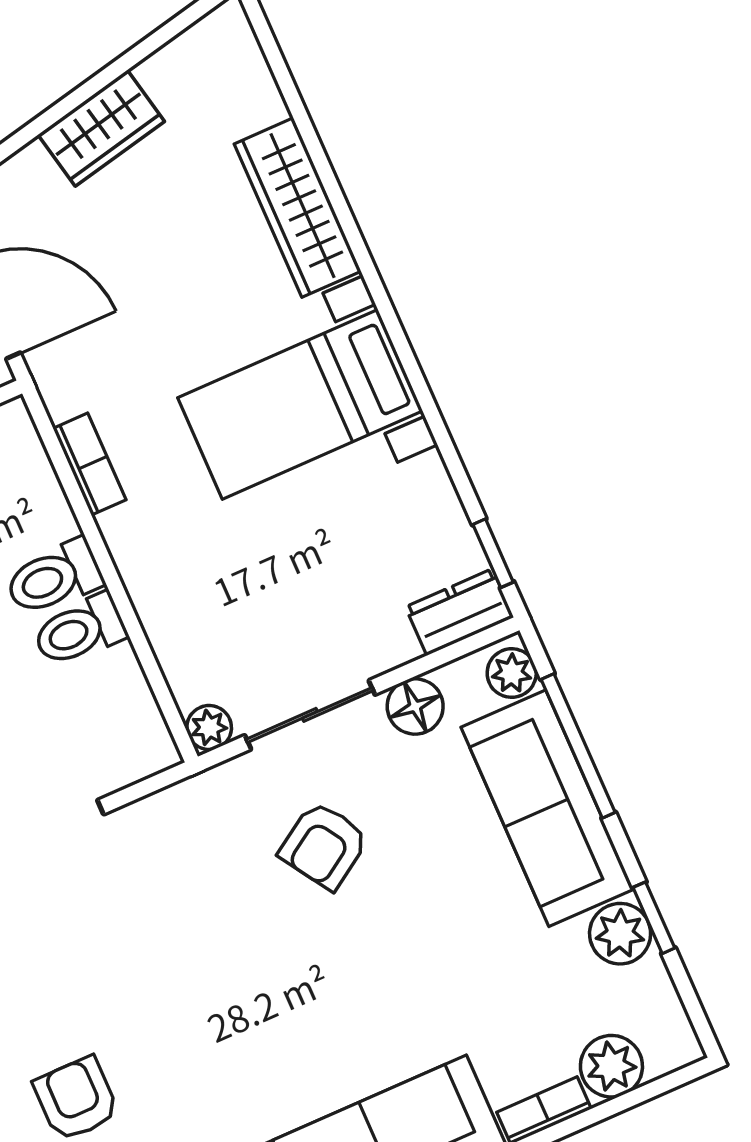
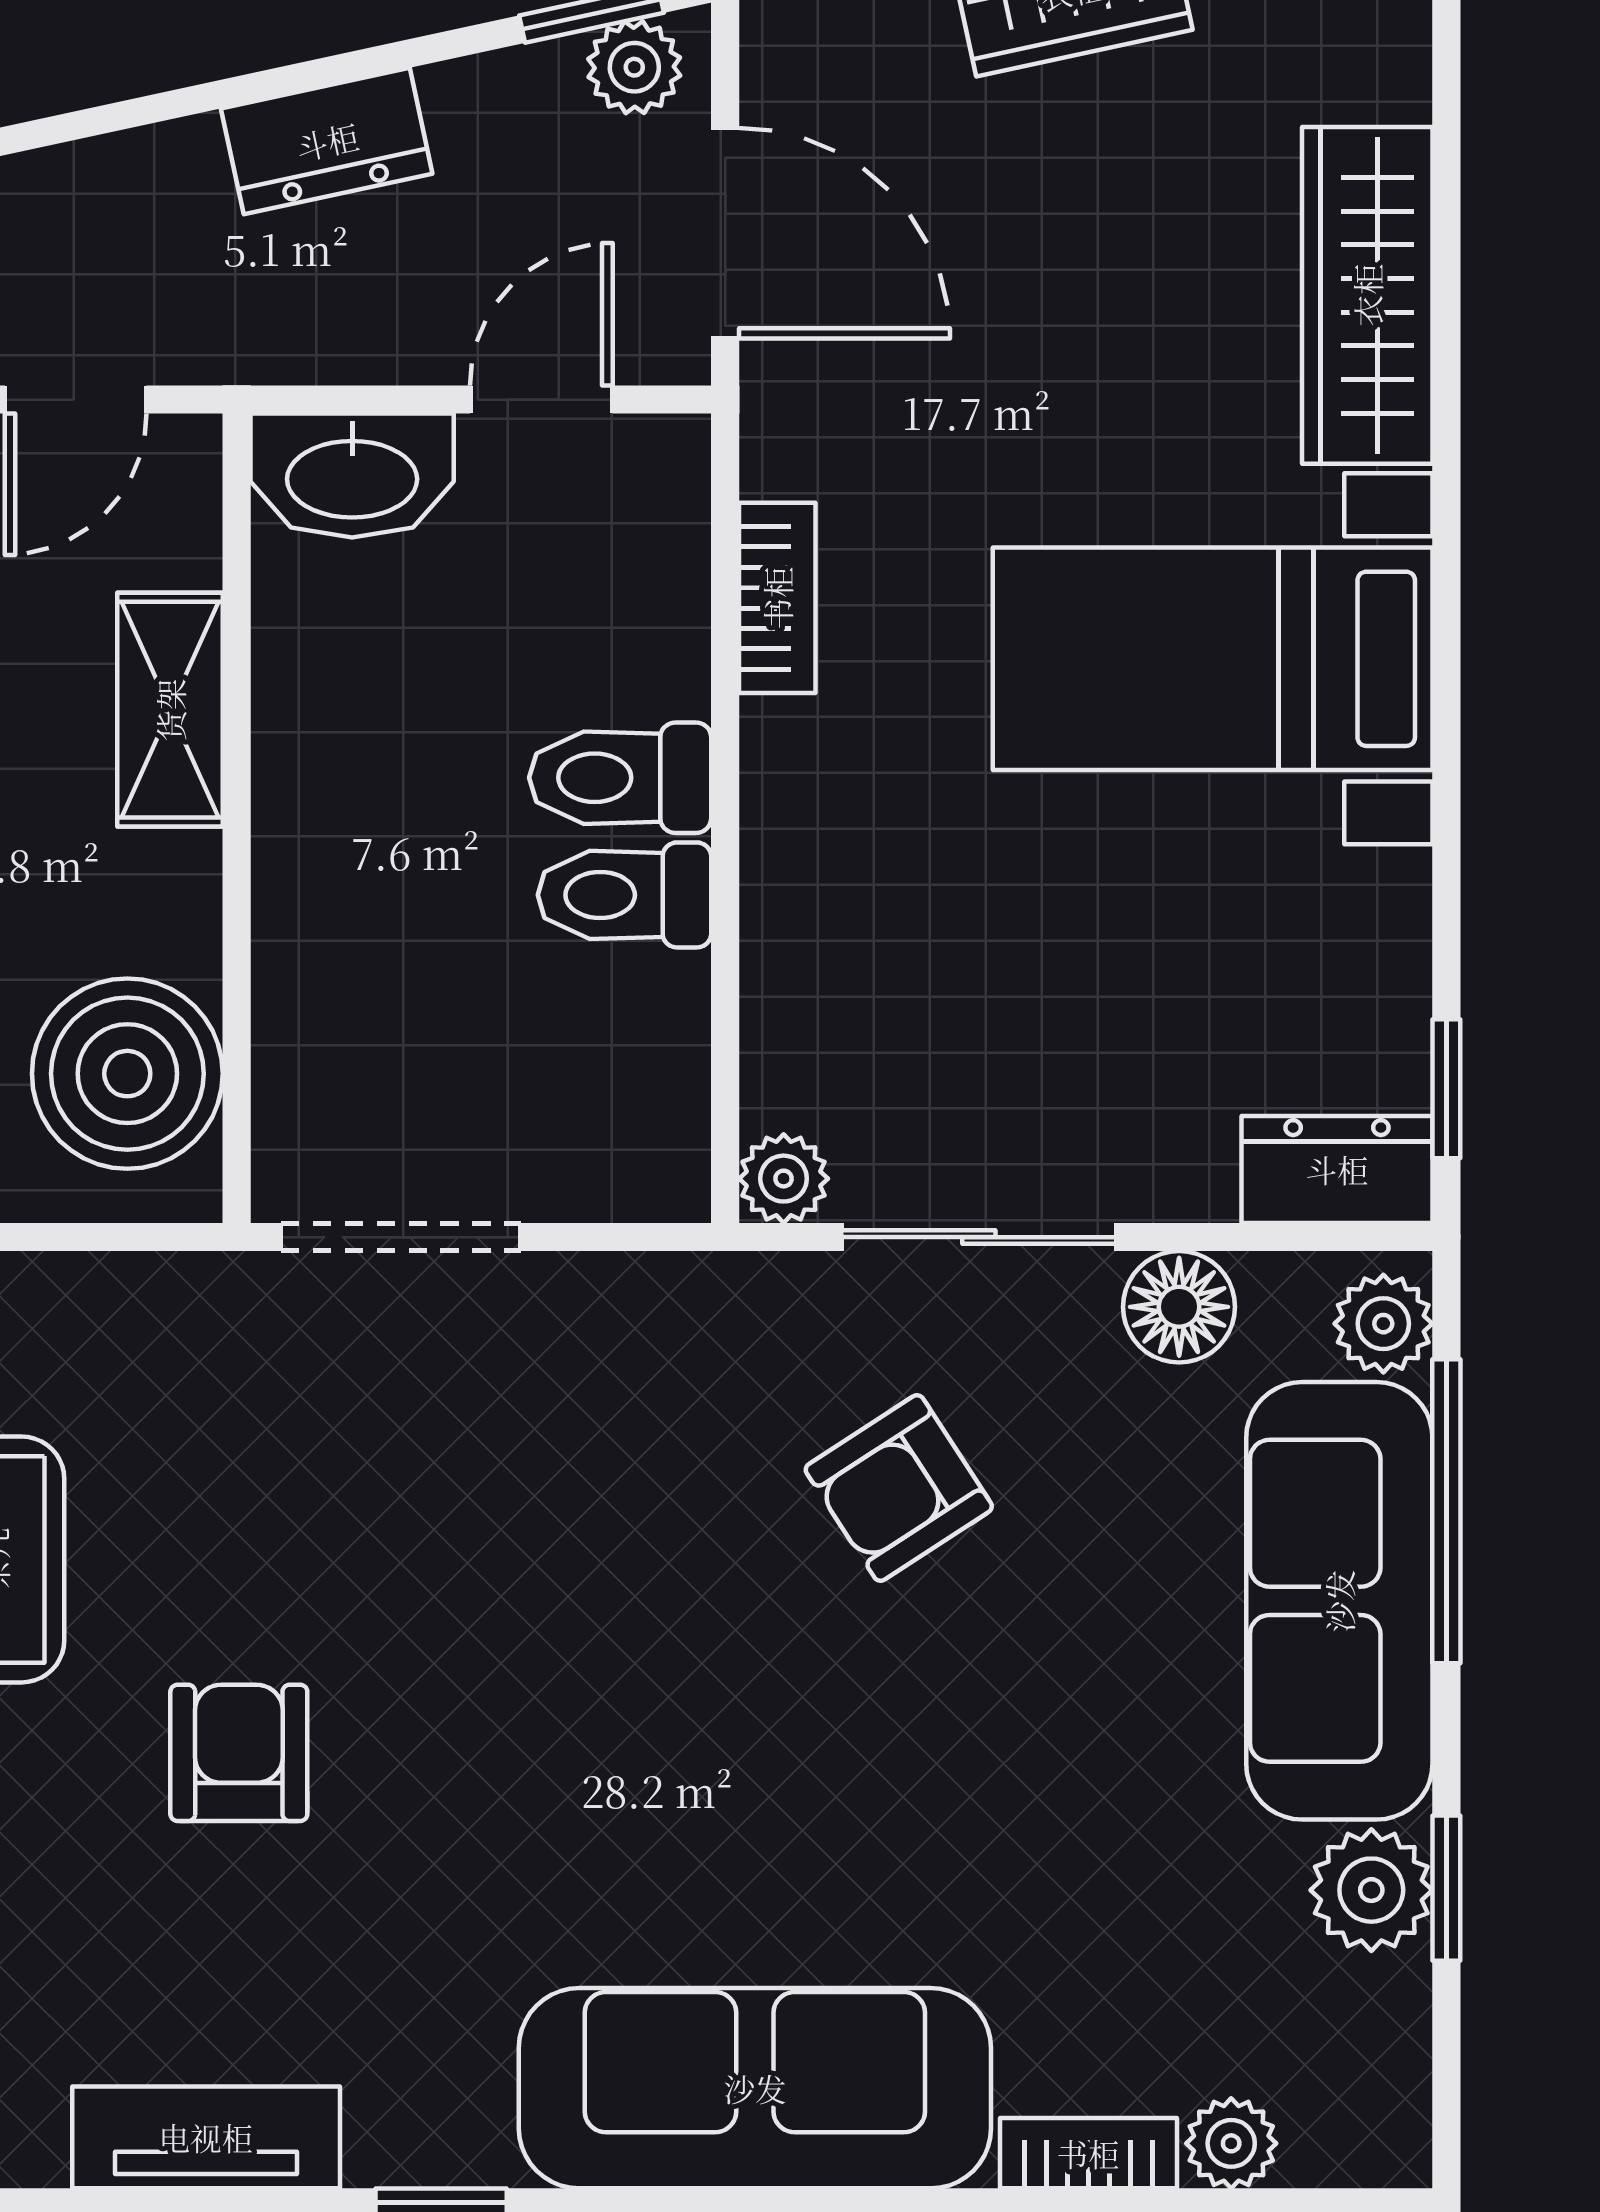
plant: (611, 1066) -> (1231, 2143), width x0.73, depth x0.73

